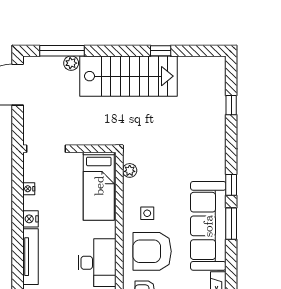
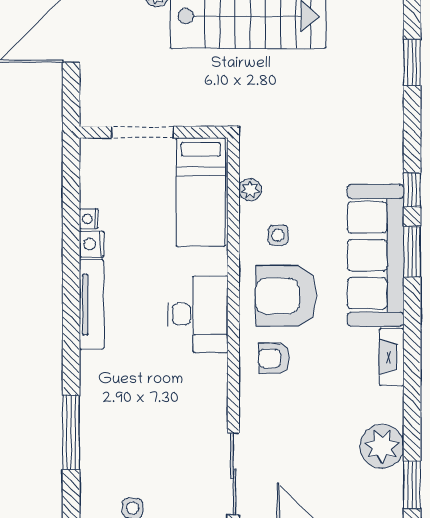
window: (231, 105) -> (412, 62), width x1.50
doorway: (46, 149) -> (142, 132), moved
plant: (130, 170) -> (250, 190), moved
nightstand: (29, 189) -> (89, 219), moved

